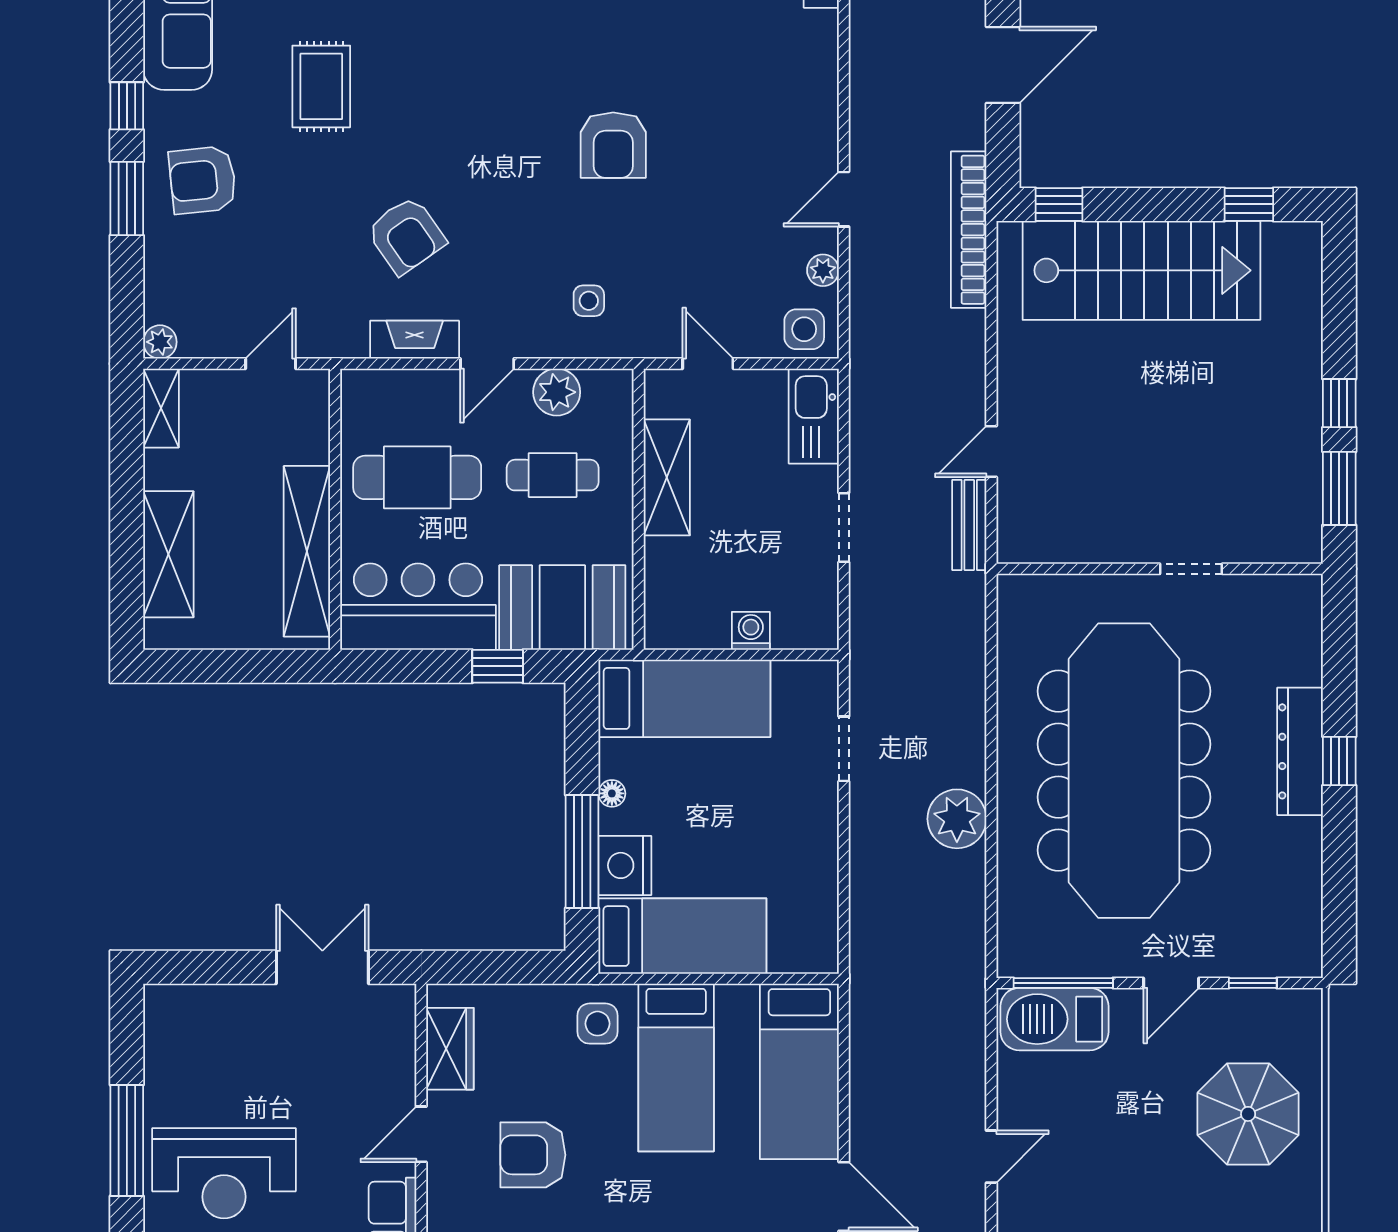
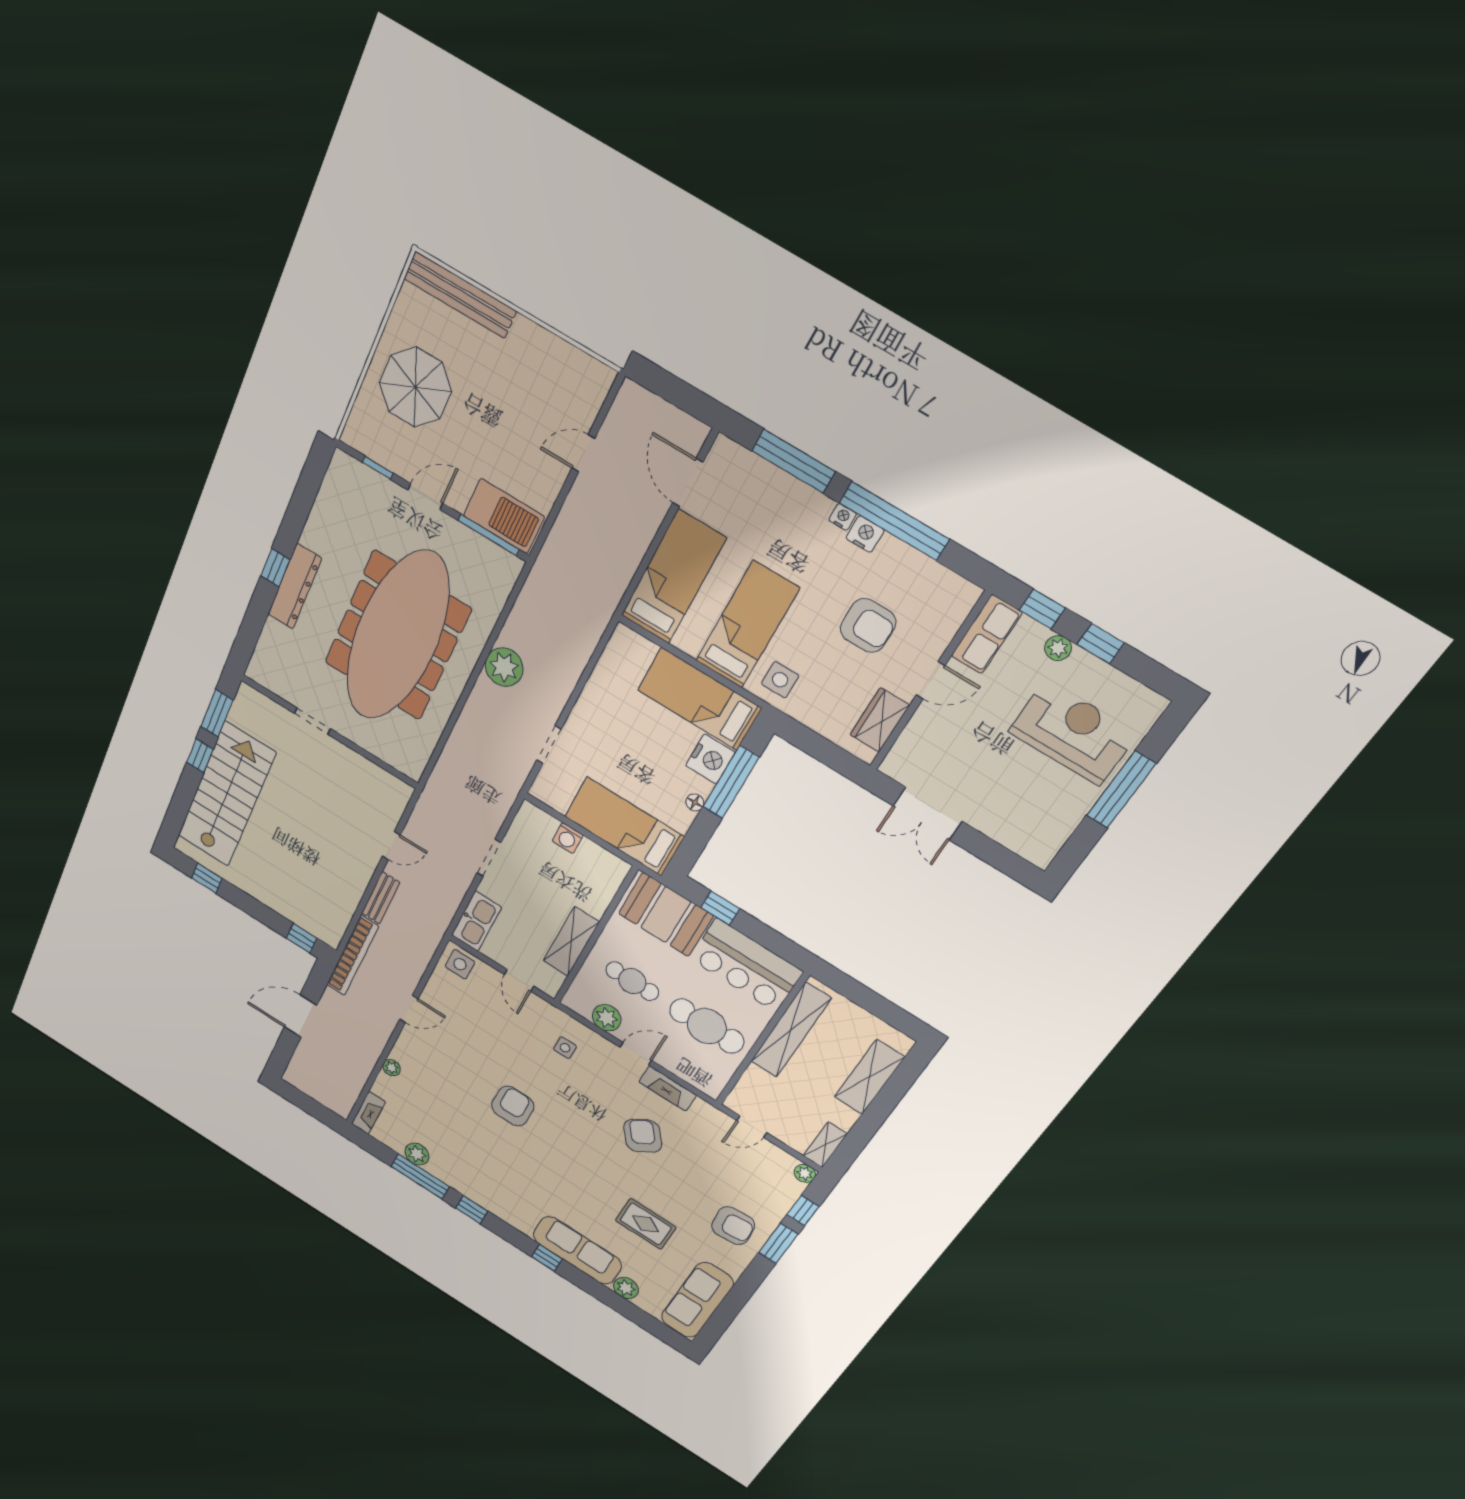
rug: (321, 86) -> (646, 1224), turned 90
window: (127, 106) -> (803, 1211), moved
plant: (823, 270) -> (392, 1068), moved
stairs: (1141, 270) -> (226, 795), moved, turned 90
bench: (969, 525) -> (381, 898), moved

